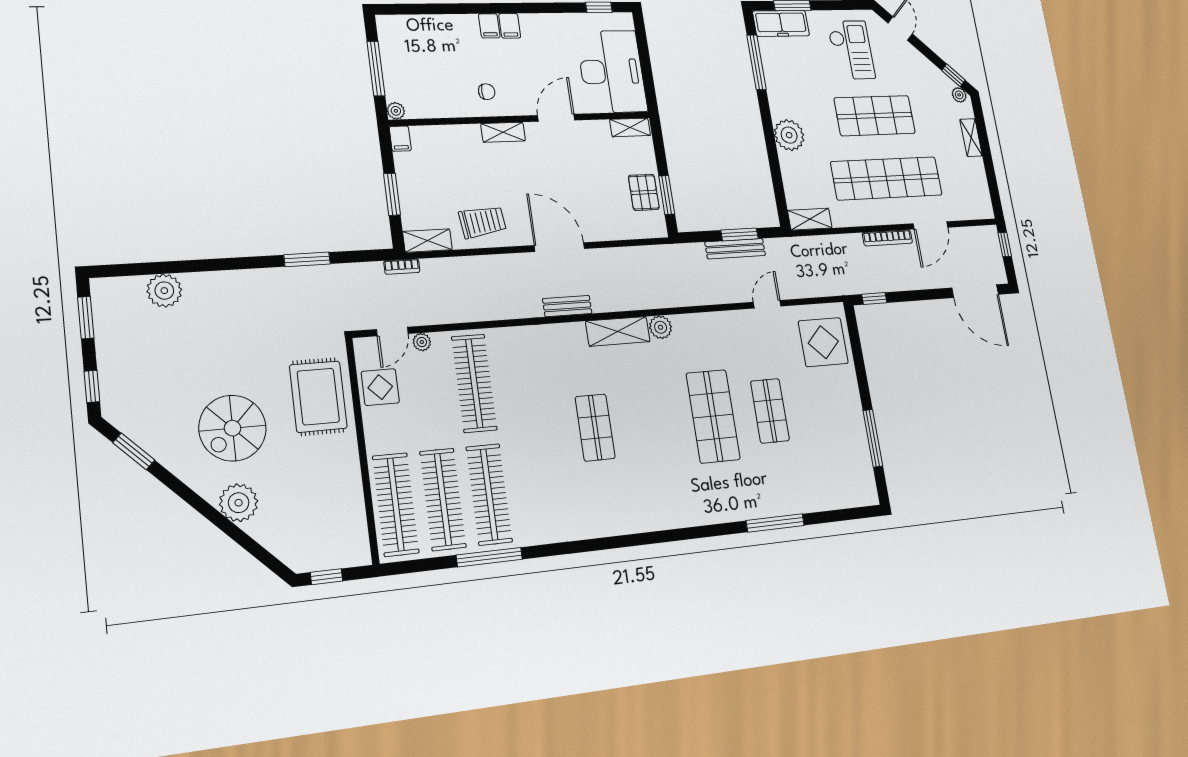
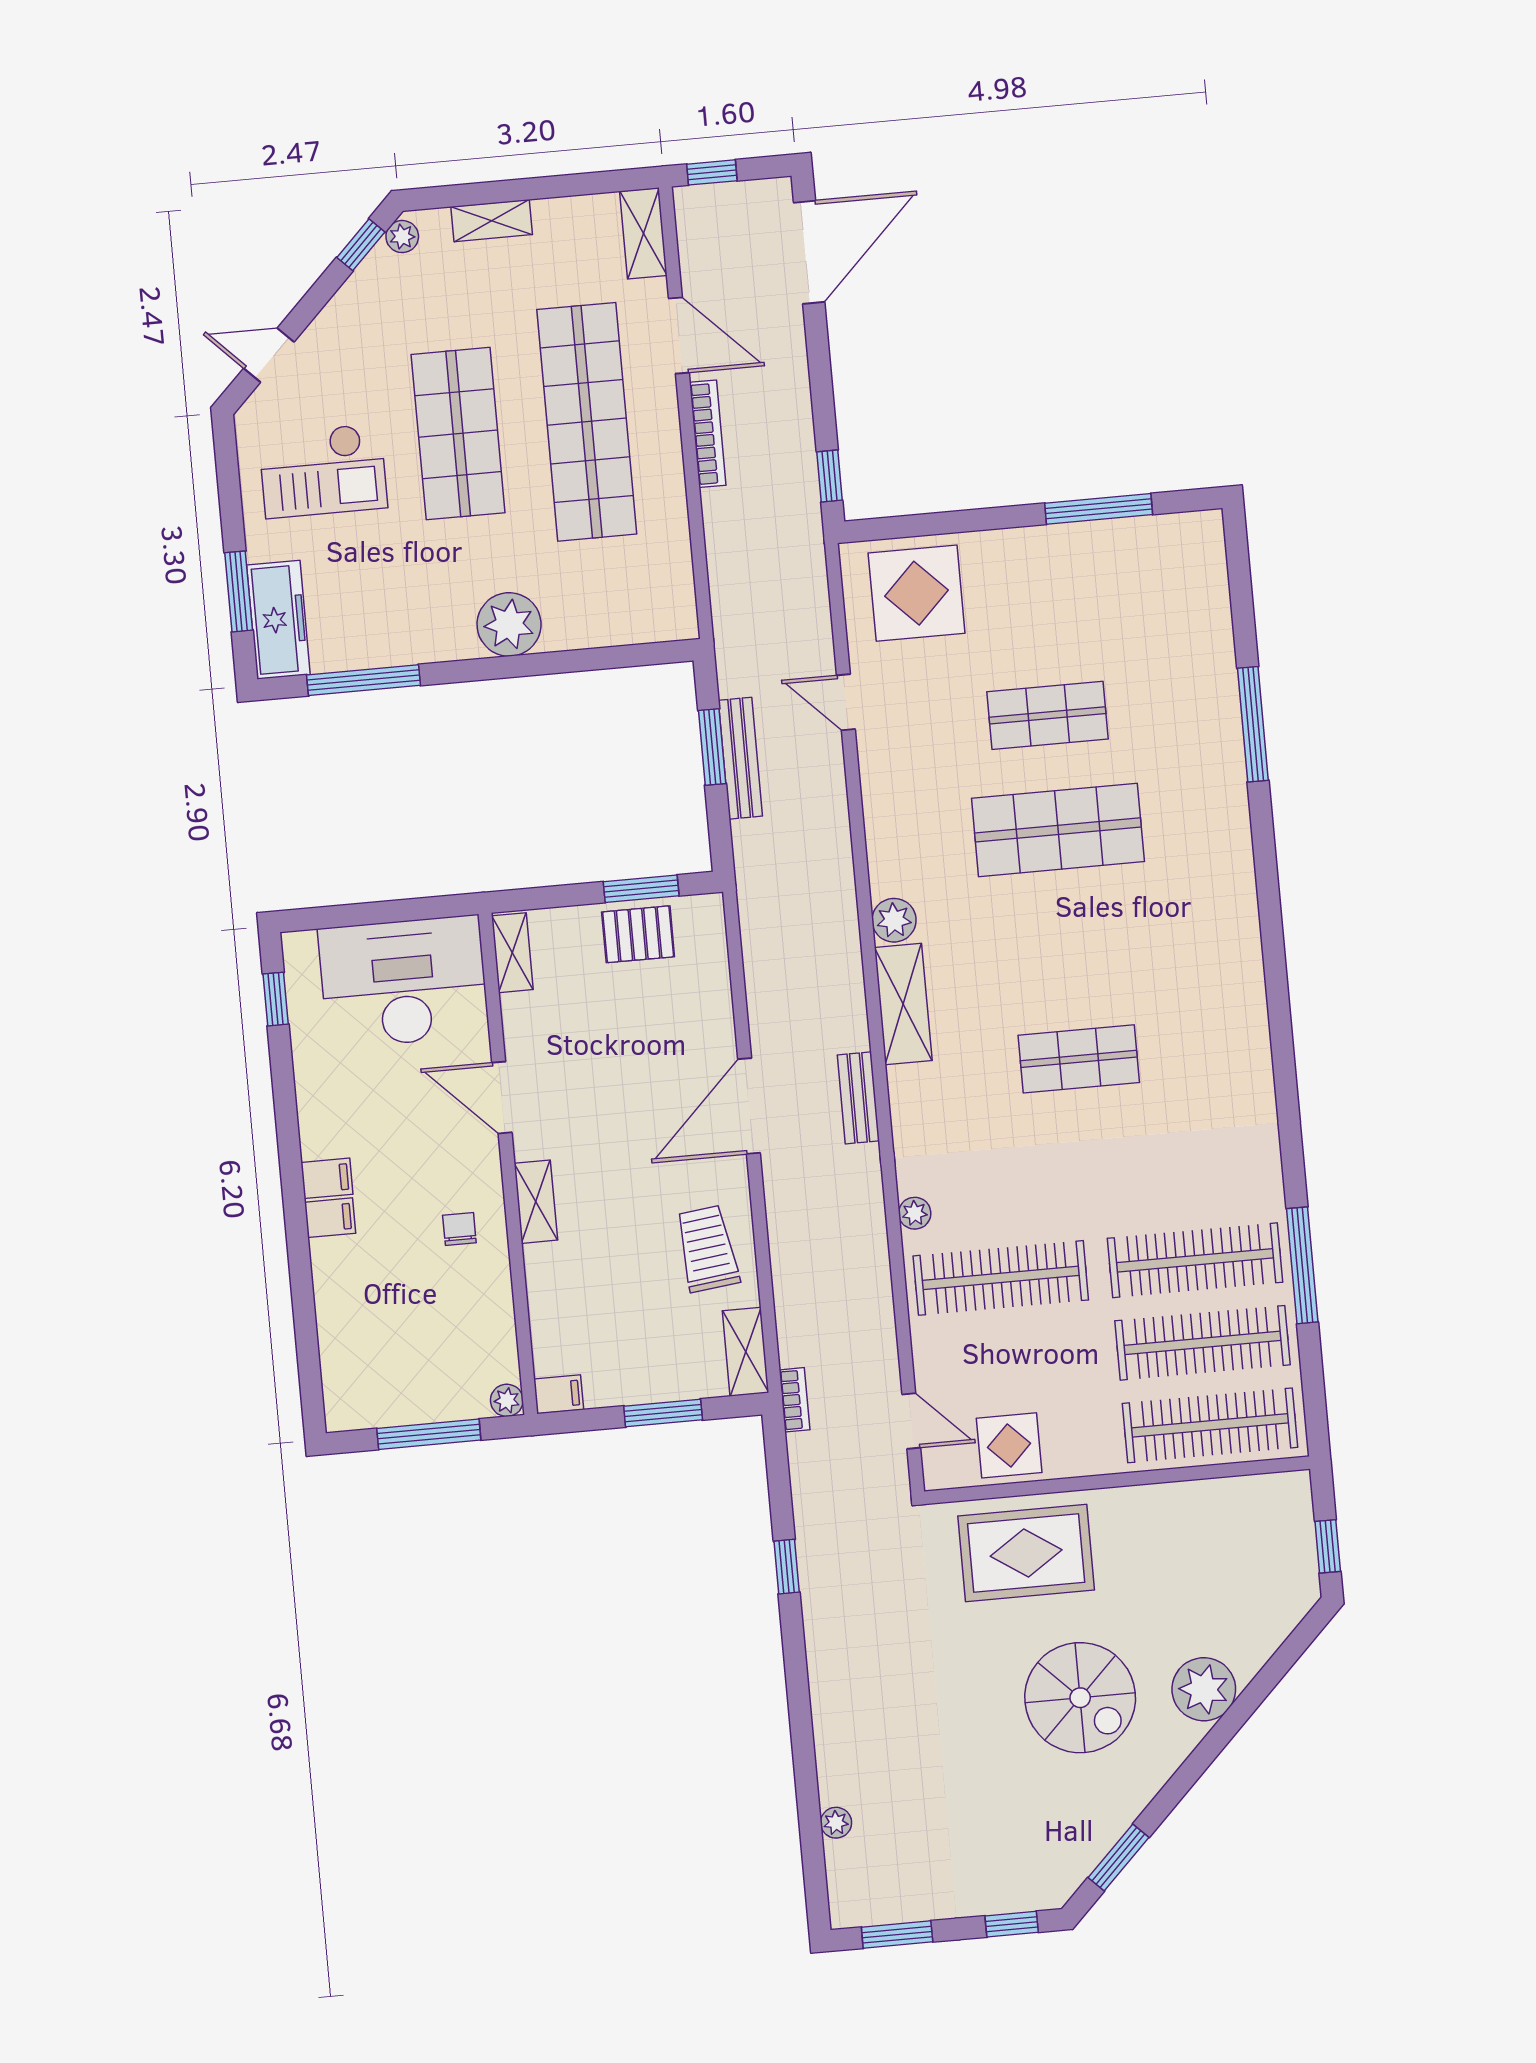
checkout: (851, 50) -> (323, 471), turned 180
shelving: (810, 219) -> (643, 233), moved
window: (307, 259) -> (787, 1567), width x0.67
plant: (164, 291) -> (836, 1823), width x0.53, depth x0.53
plant: (422, 342) -> (915, 1213), moved

